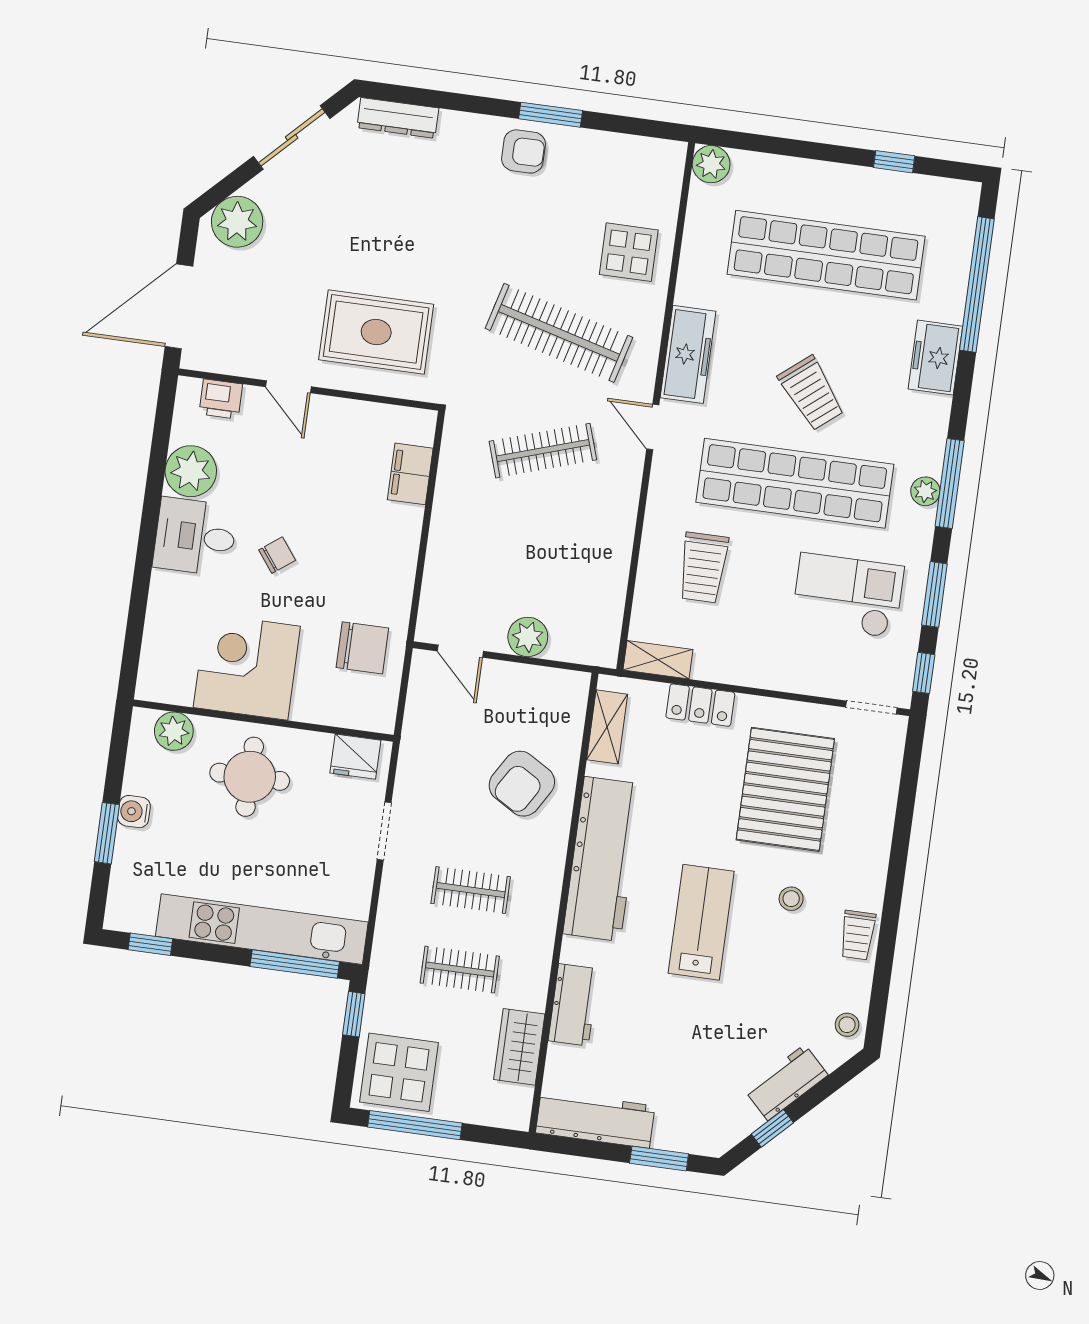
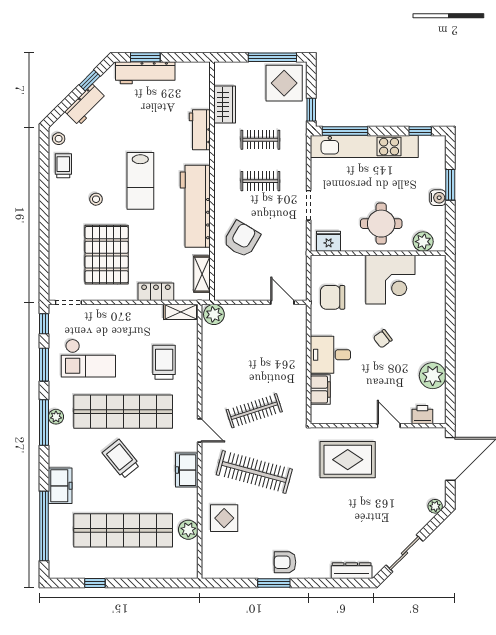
plant: (711, 164) -> (188, 530), moved
plant: (237, 222) -> (435, 506), width x0.53, depth x0.53
freezer: (688, 354) -> (187, 470), width x0.71
desk: (195, 537) -> (330, 355), moved, turned 180
plant: (528, 637) -> (214, 314), moved
trolley: (858, 935) -> (63, 166), moved
workbench: (595, 1119) -> (145, 73), moved

